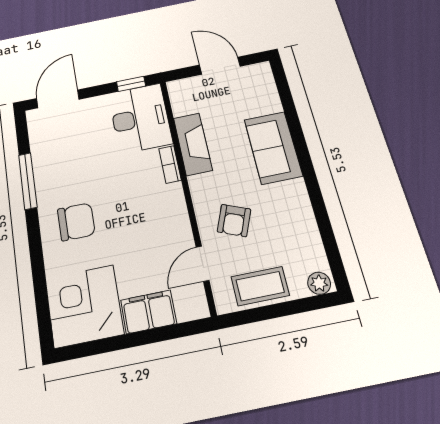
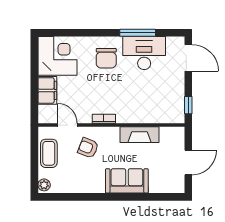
desk: (140, 118) -> (144, 53), moved, turned 180
bookcase: (170, 164) -> (104, 119), moved

